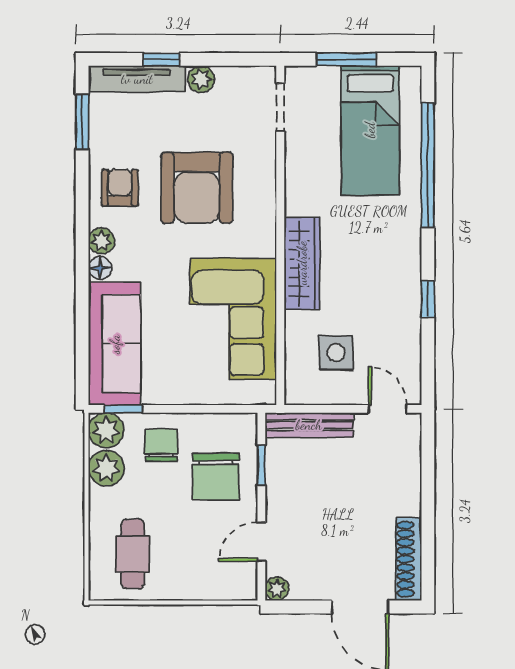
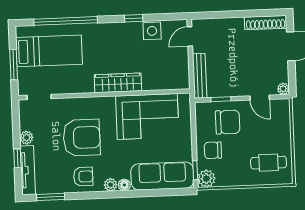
armchair: (120, 188) -> (83, 177), turned 180
side table: (336, 353) -> (152, 31), moved
plant: (106, 468) -> (226, 178), removed

